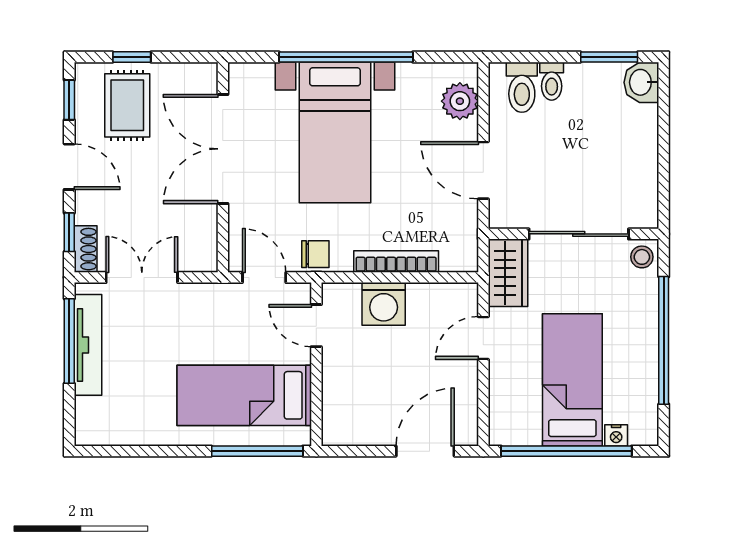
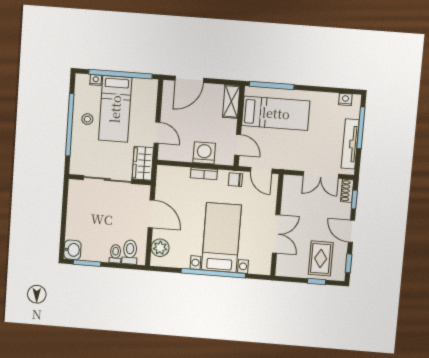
double door: (223, 149) -> (276, 234), width x0.73
stool: (642, 257) -> (87, 119), moved
bookcase: (396, 262) -> (204, 174), width x0.64
door: (483, 338) -> (157, 133), hinge flipped
window: (69, 341) -> (361, 128), moved
shelving: (336, 413) -> (231, 101), added
nightstand: (106, 434) -> (345, 99), added

